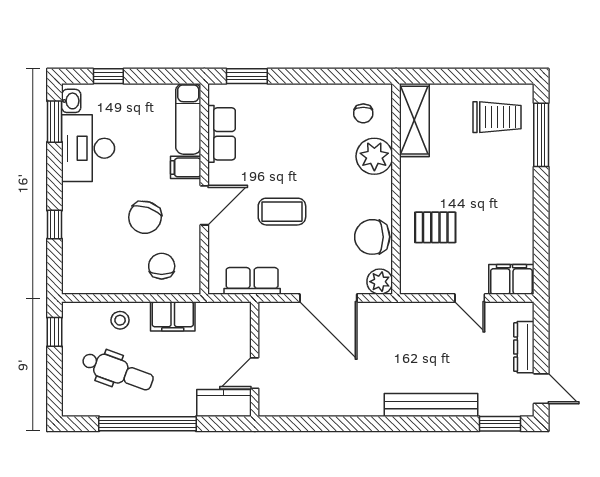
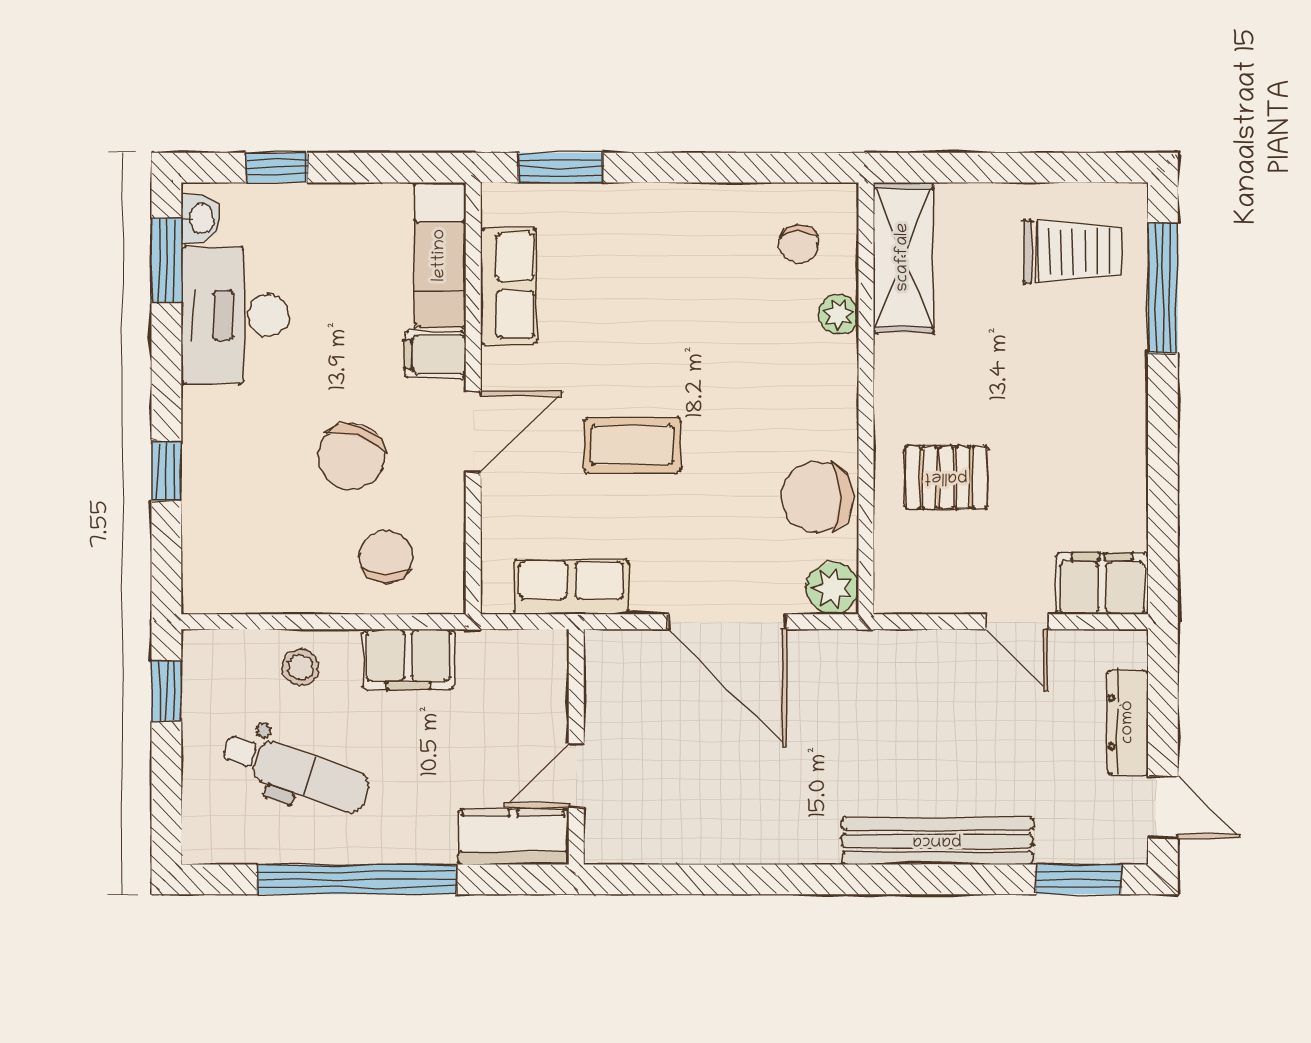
plant: (374, 156) -> (839, 314), width x0.53, depth x0.53

